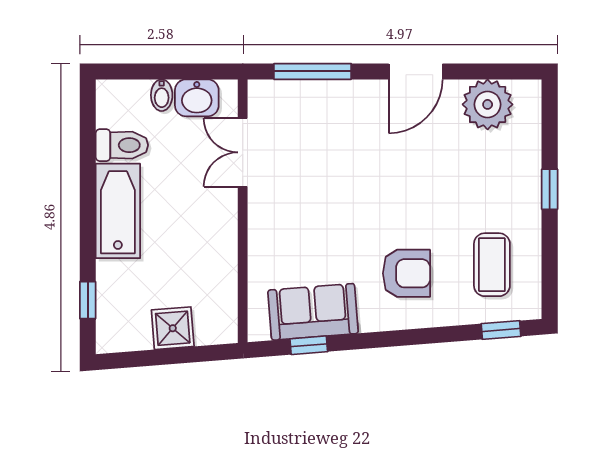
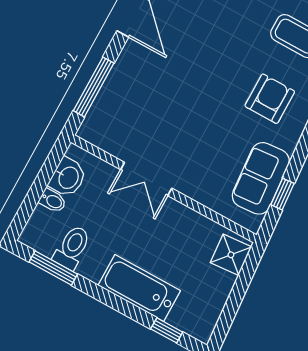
window: (88, 137) -> (53, 268), added
double door: (243, 152) -> (146, 179), moved
bathtub: (118, 211) -> (139, 288), moved
shower: (173, 328) -> (231, 255), moved

